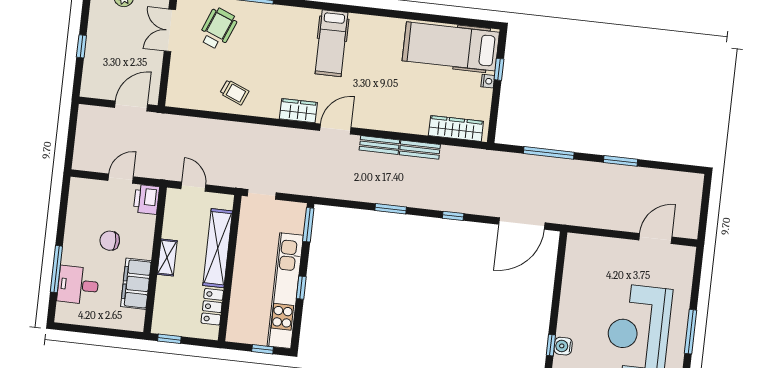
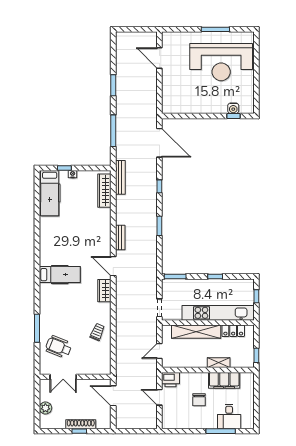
hospital bed: (451, 46) -> (50, 193), width x0.73, depth x0.78
shoe rack: (92, 50) -> (81, 424), added
bench: (420, 150) -> (120, 177), moved, width x1.36
shelving: (167, 257) -> (219, 363), moved
kitchen unit: (285, 291) -> (218, 313), moved, turned 180

